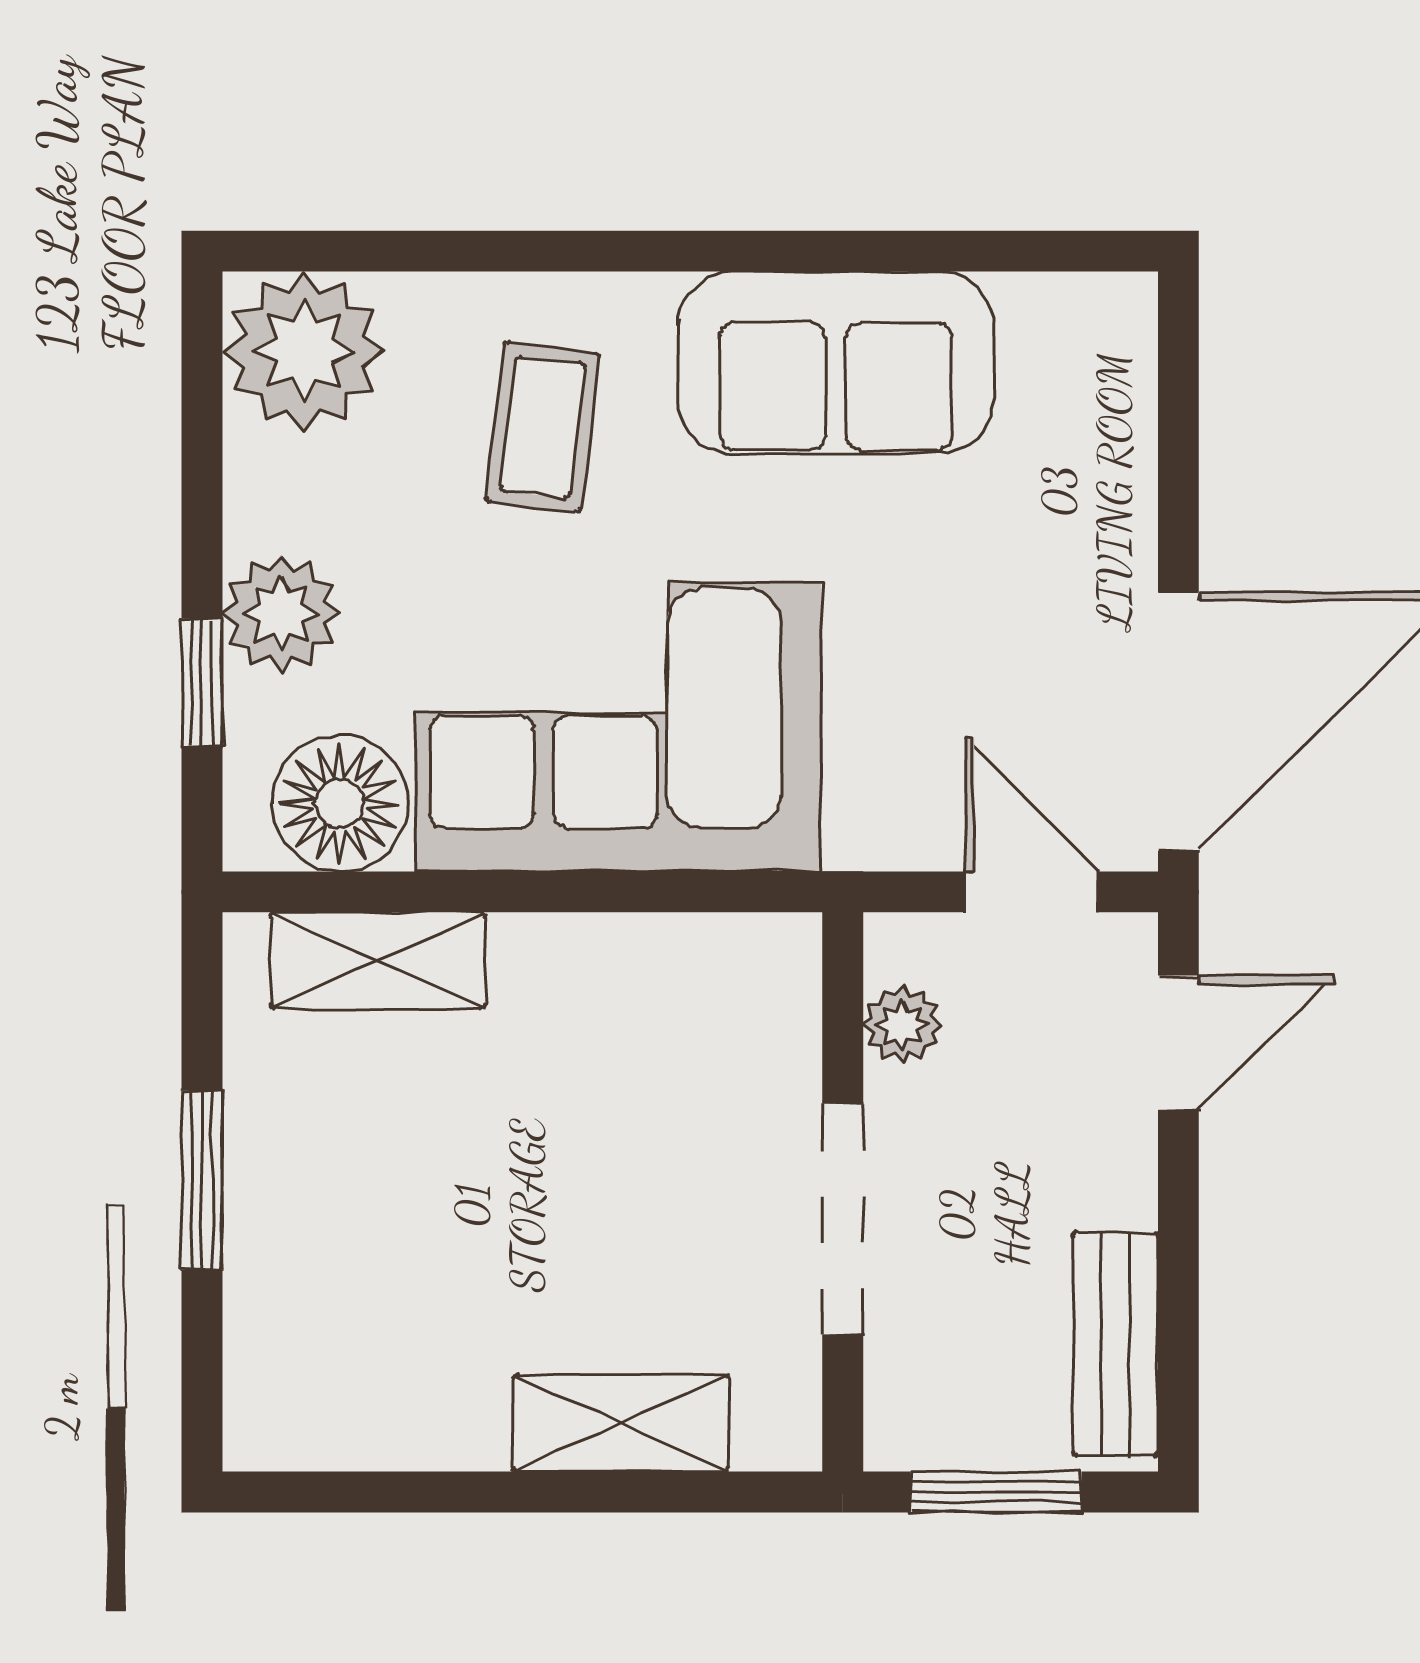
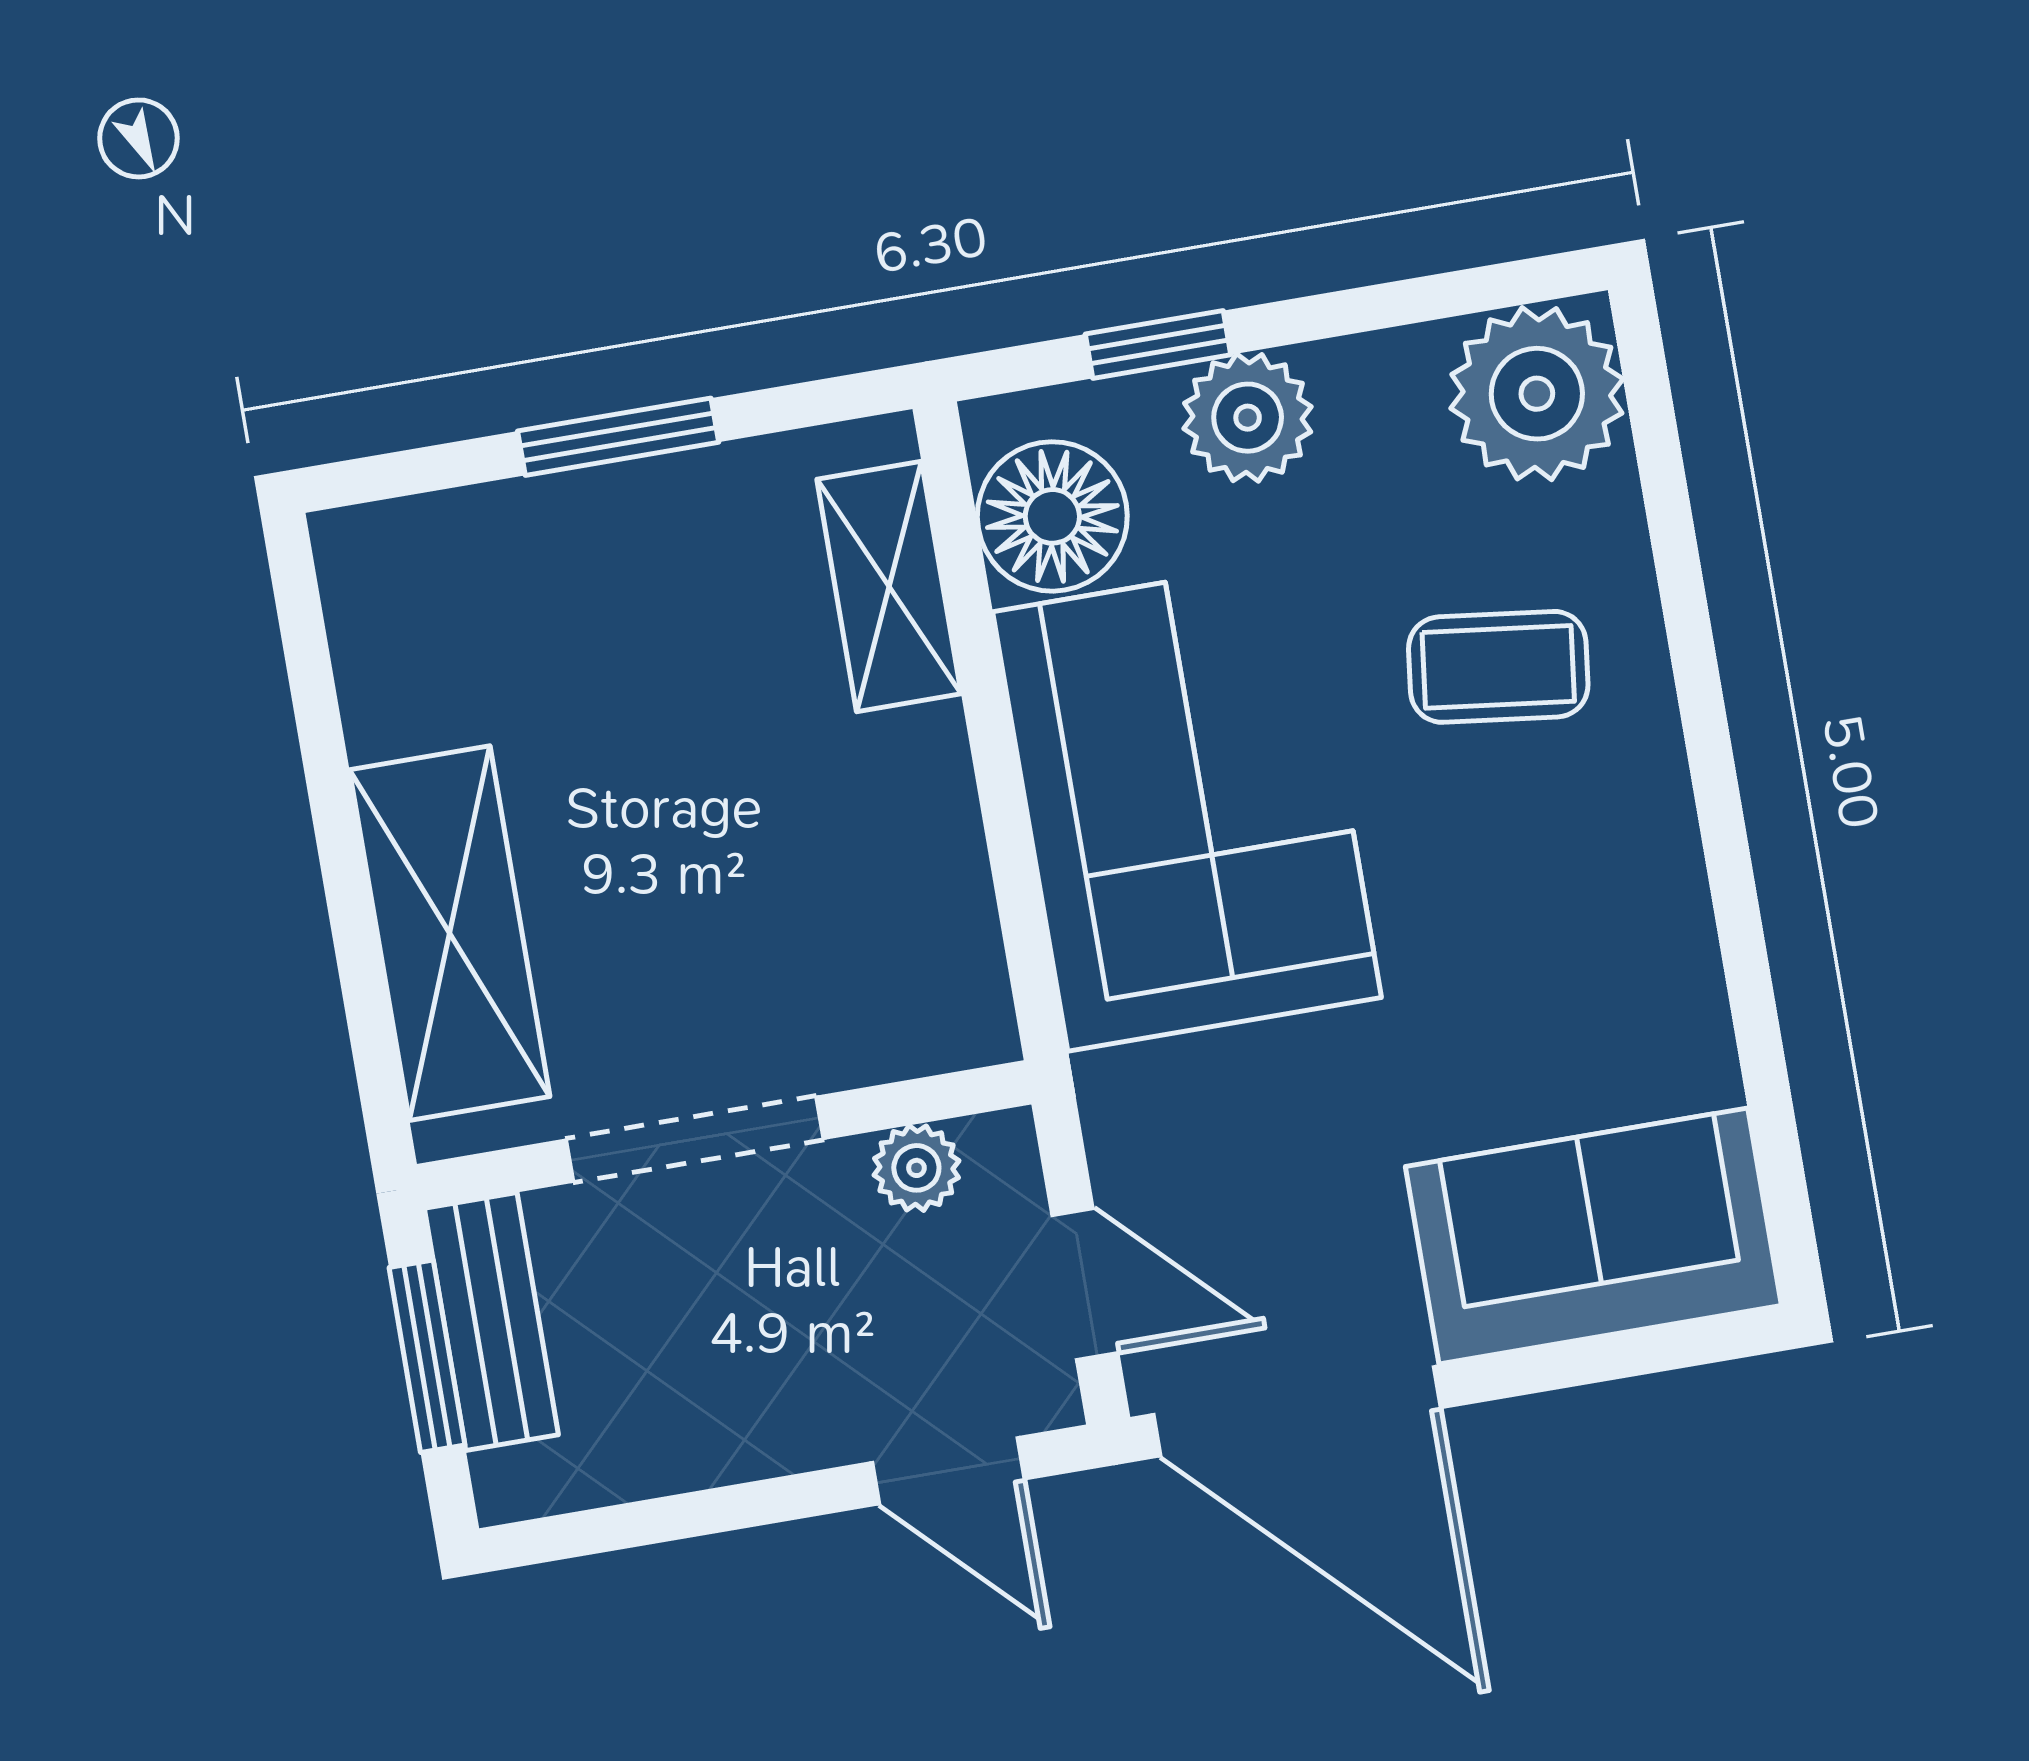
sofa: (836, 363) -> (1593, 1236), moved, turned 90
door: (1032, 892) -> (1085, 1284), hinge flipped
bench: (1115, 1344) -> (491, 1322), moved, turned 90
shelving: (621, 1423) -> (450, 933), width x1.50, depth x1.33

